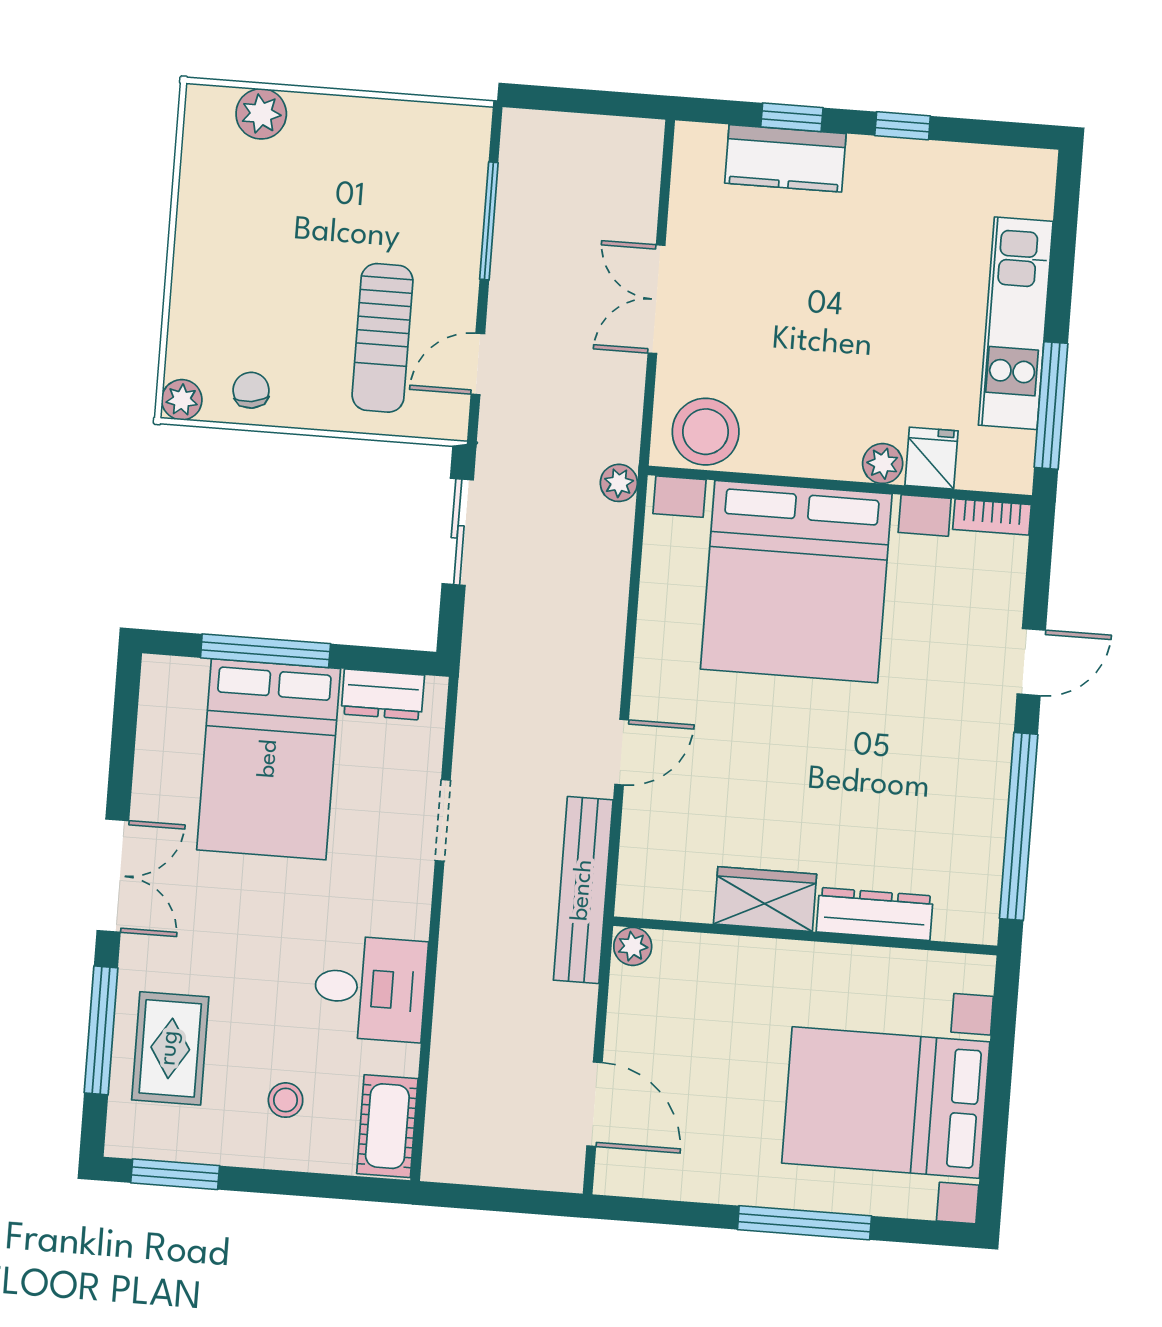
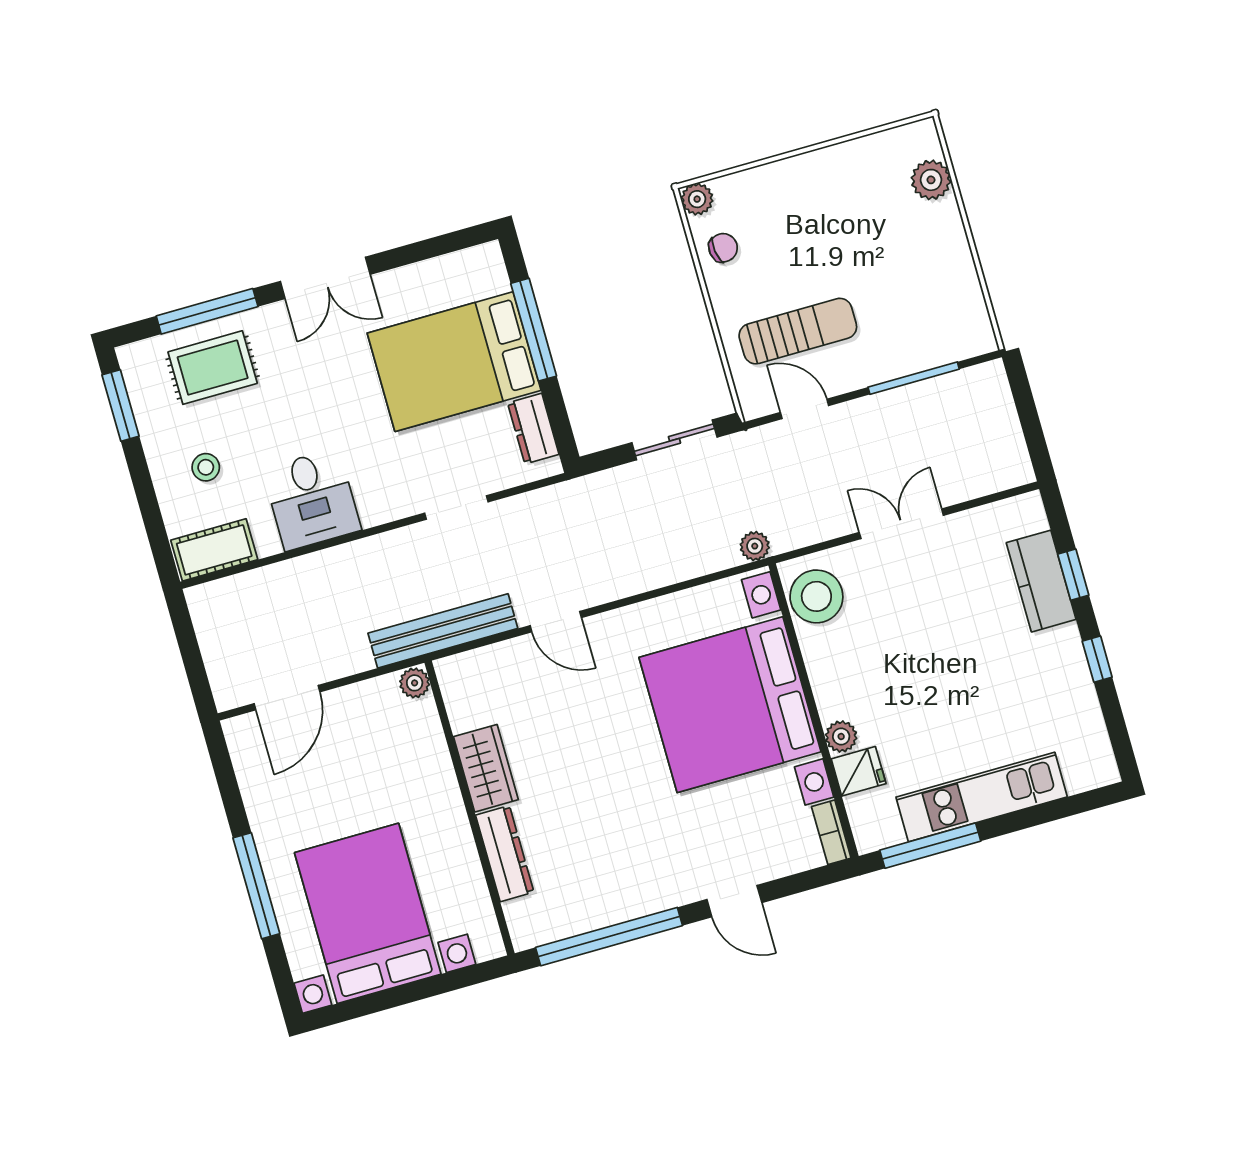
sun lounger: (383, 338) -> (798, 331), turned 180

